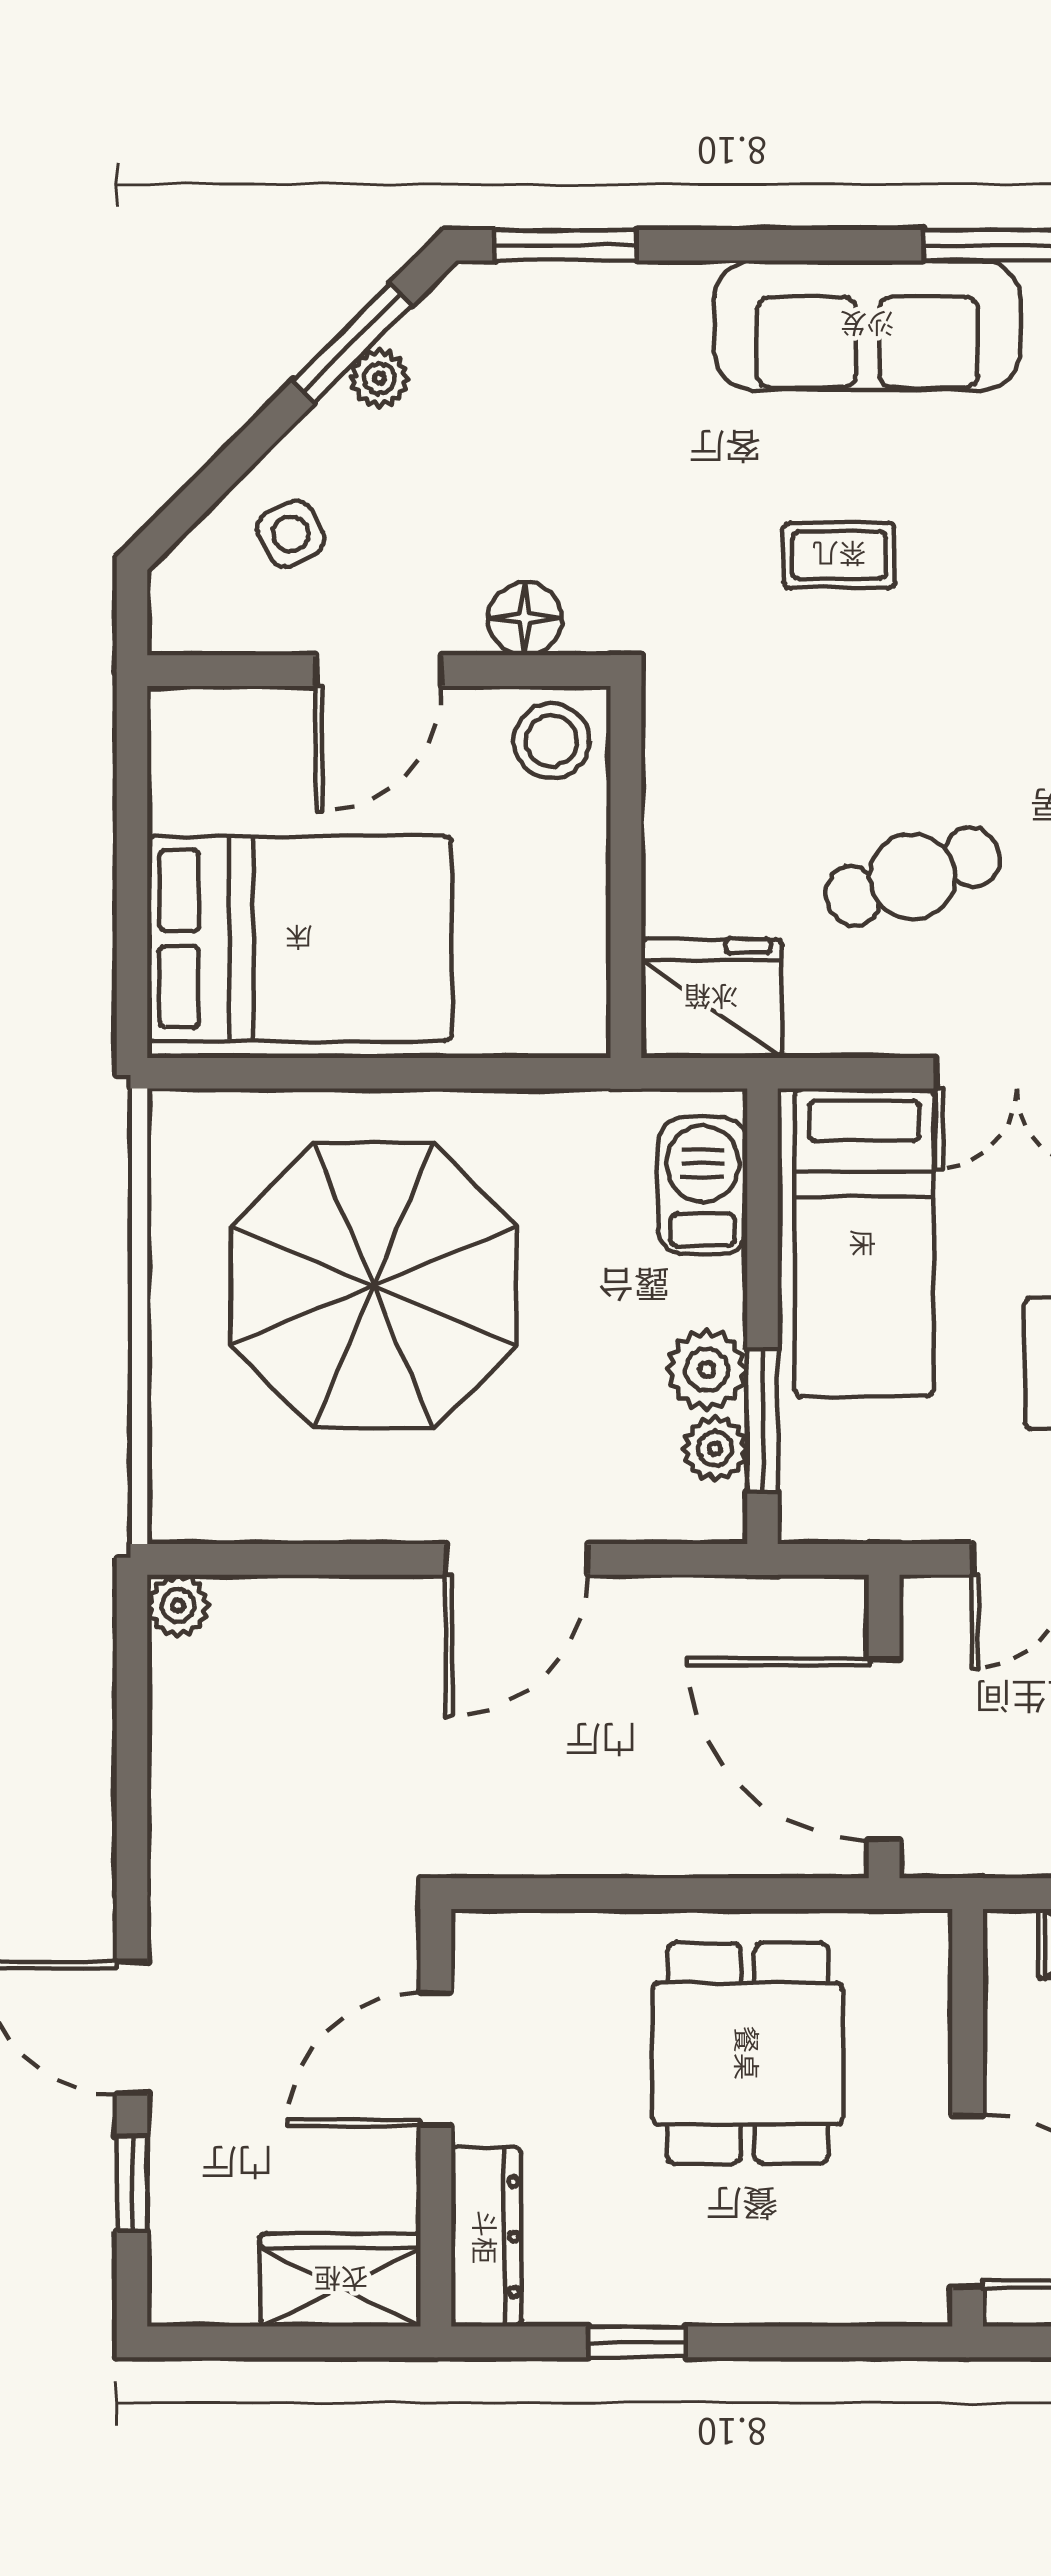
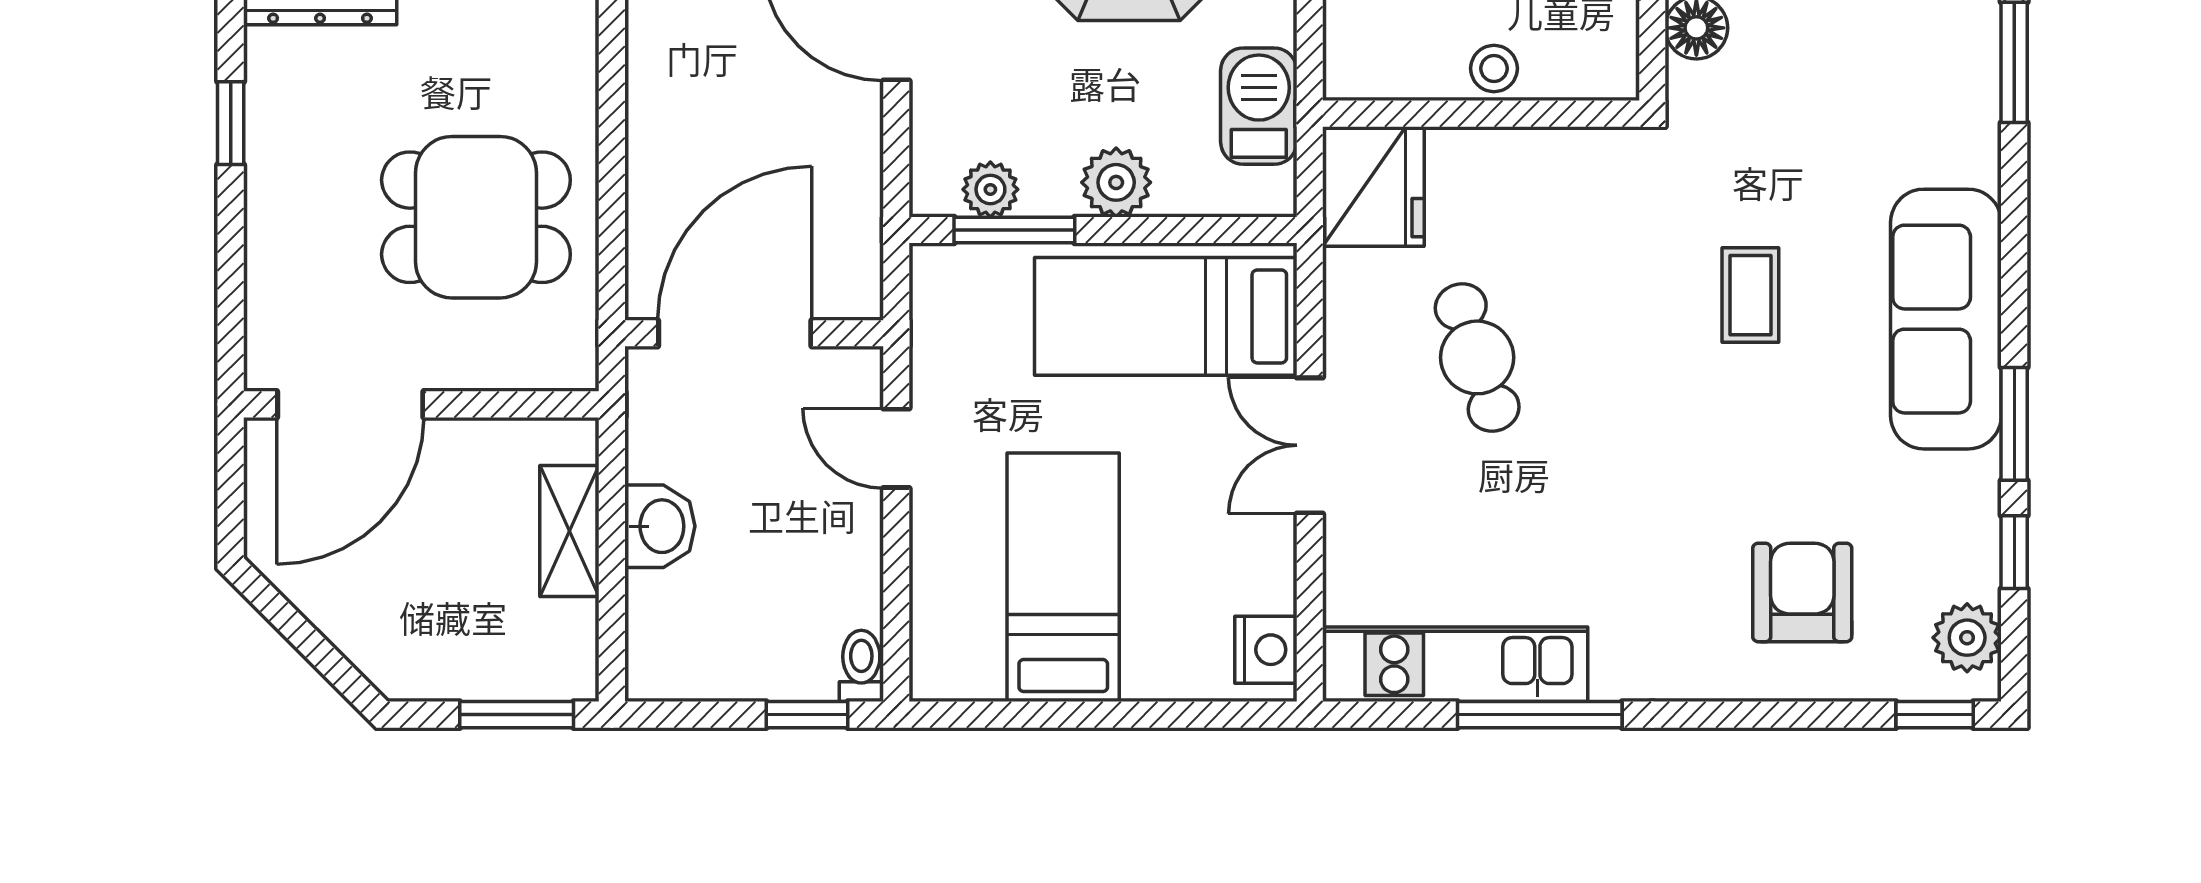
stool: (551, 741) -> (1494, 68), moved, width x0.73, depth x0.73
barbecue: (703, 1186) -> (1259, 106), moved, turned -90
plant: (707, 1370) -> (1116, 182), moved

